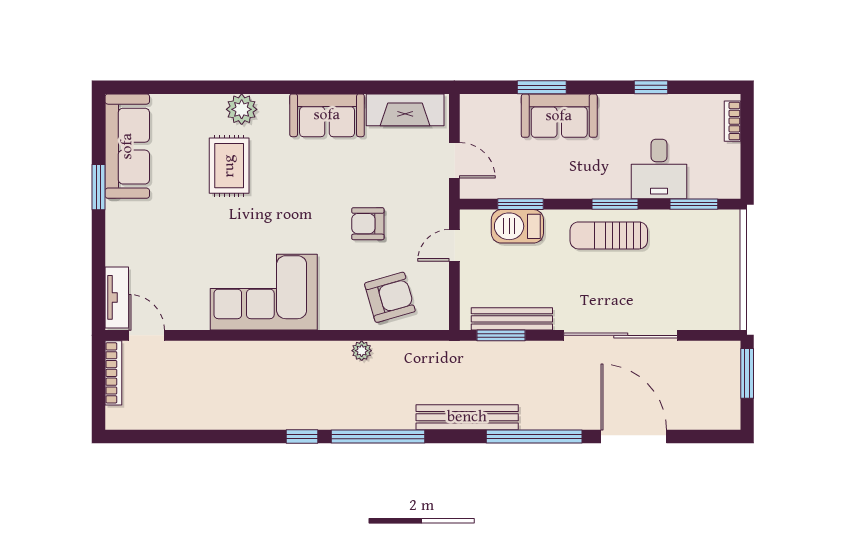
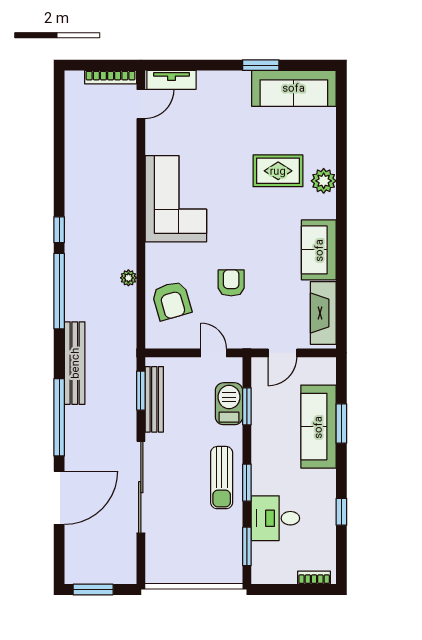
sofa: (559, 116) -> (318, 427), width x1.36
sun lounger: (609, 235) -> (222, 478), turned 180
window: (747, 373) -> (93, 589), moved

